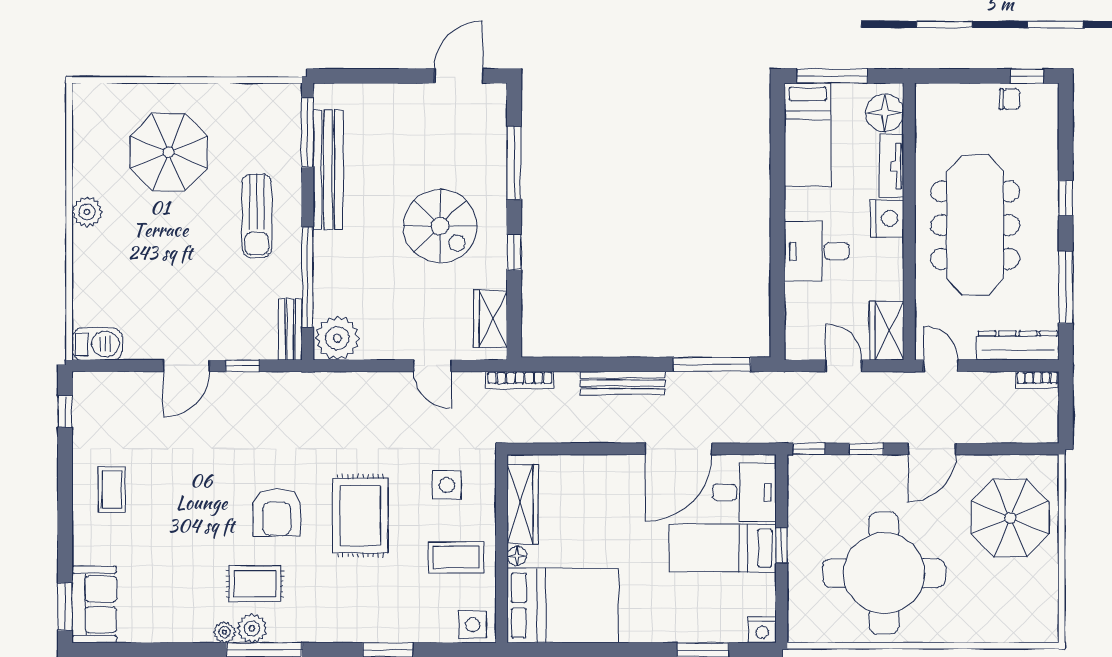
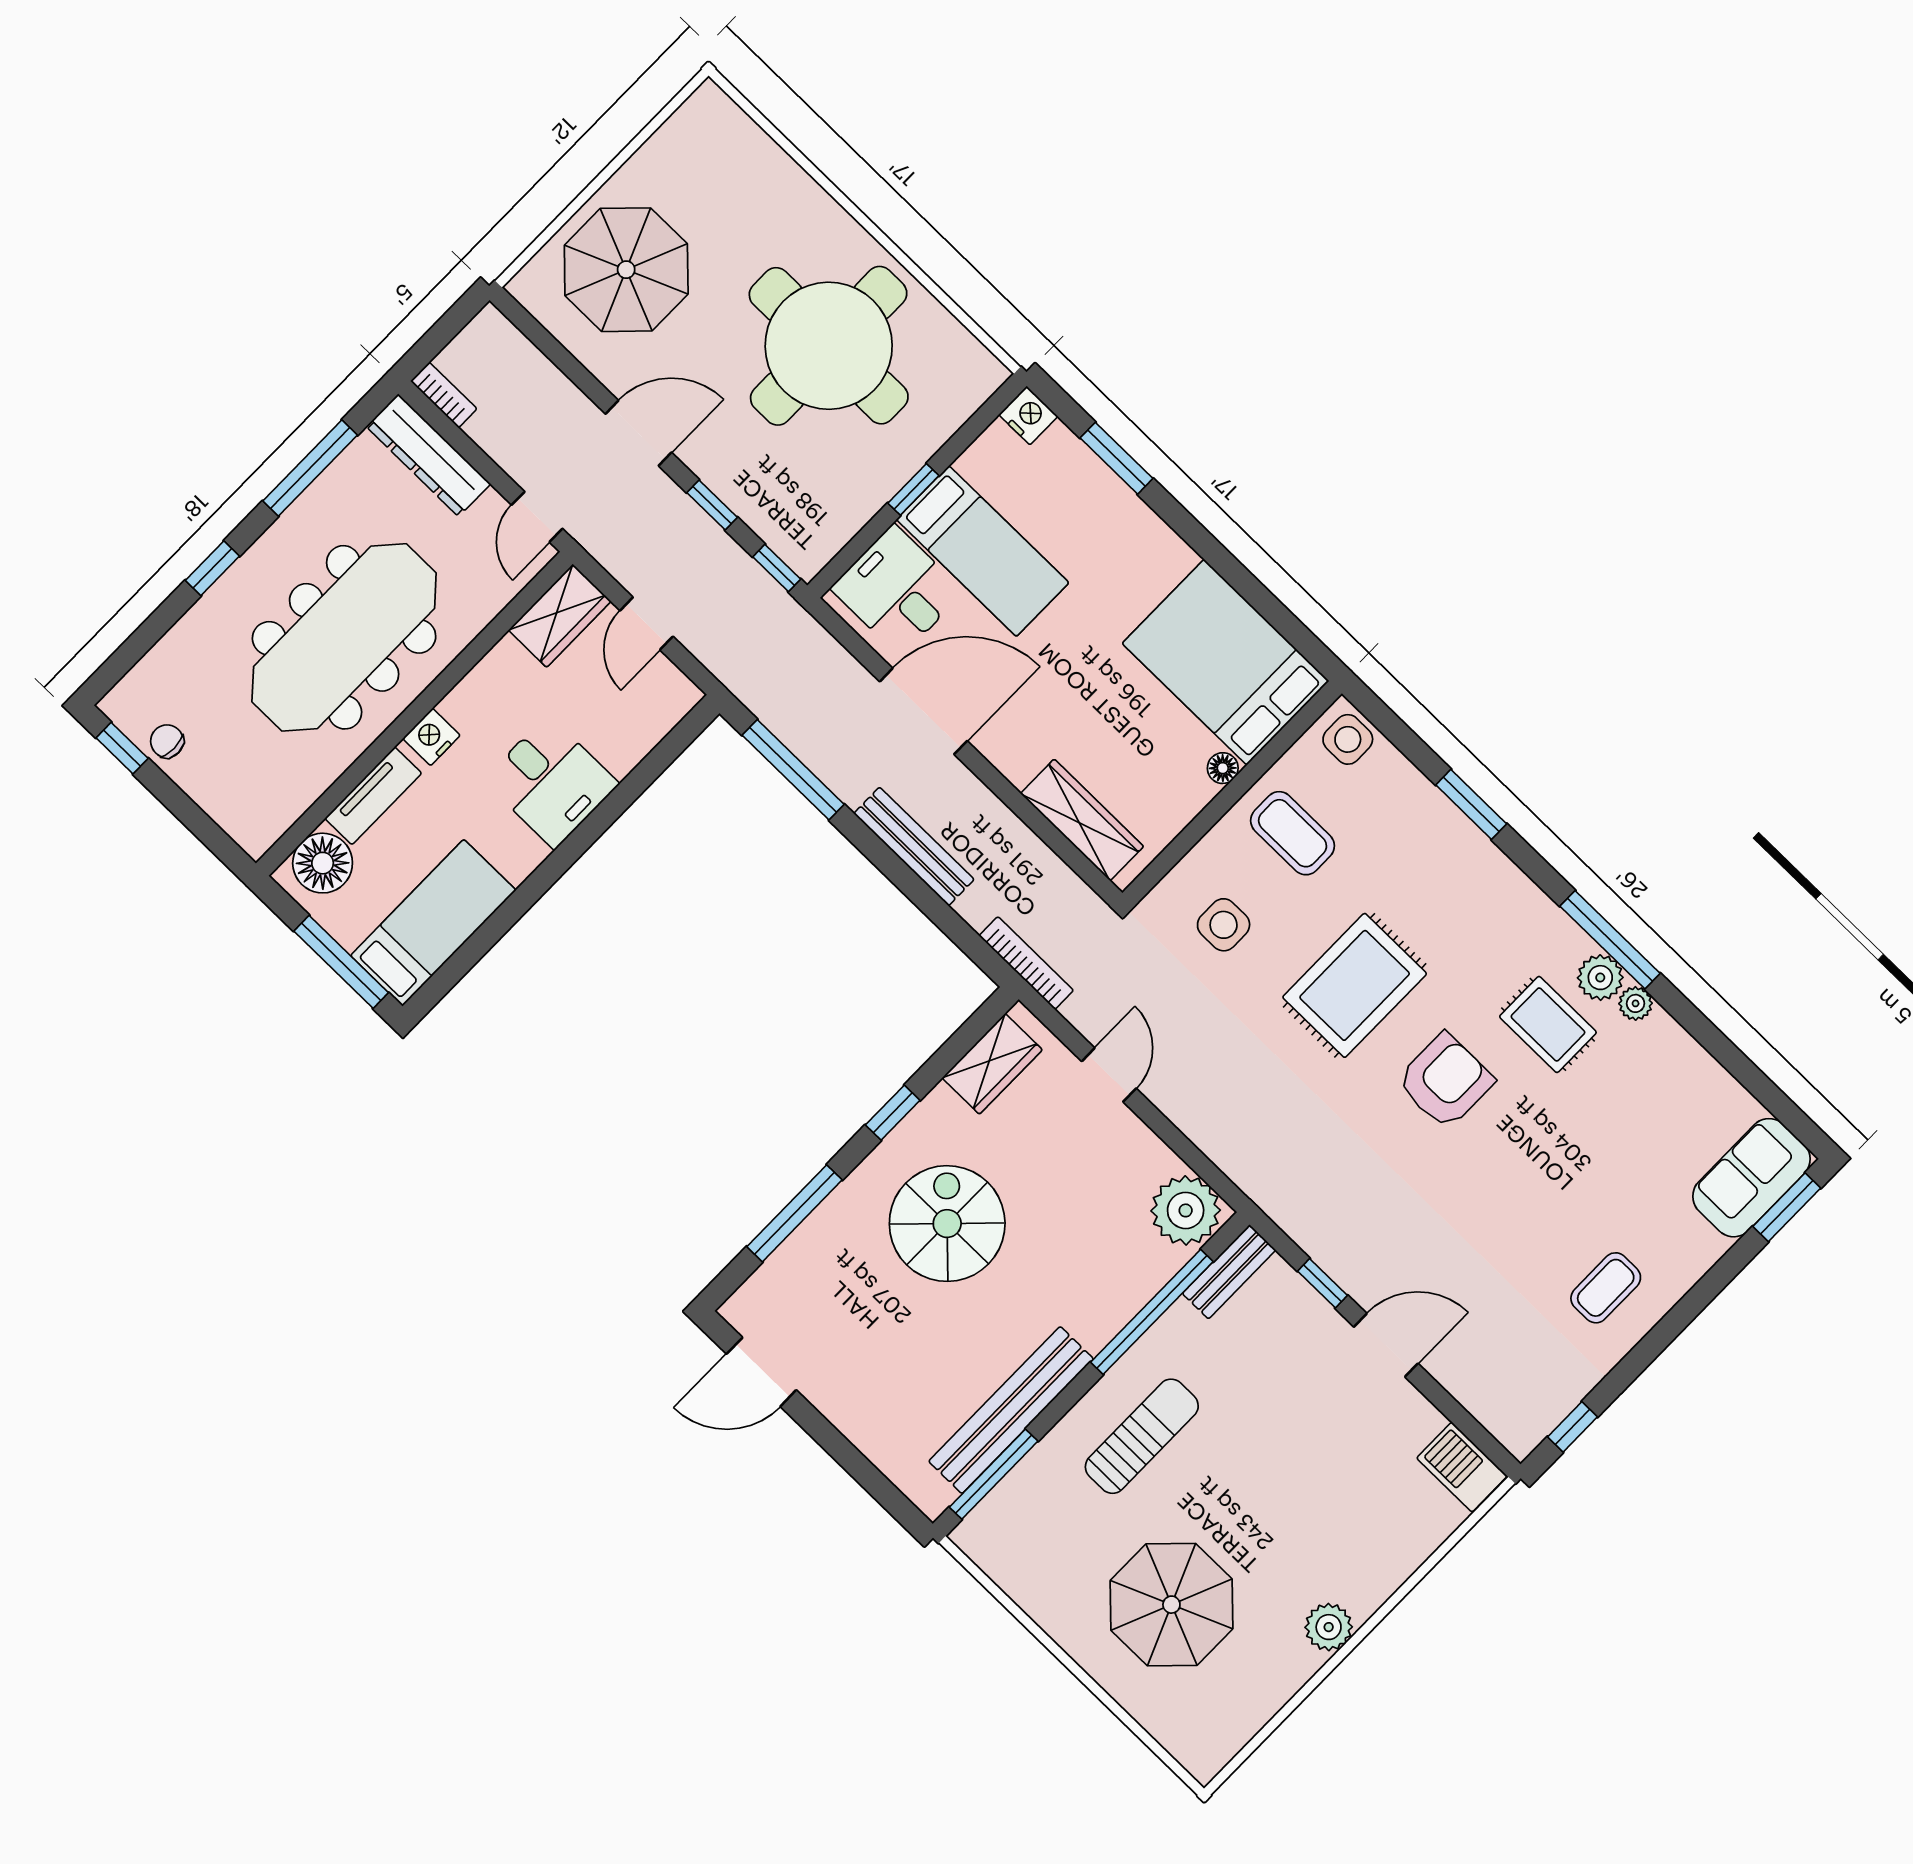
nightstand: (887, 219) -> (431, 737), width x0.74, depth x0.75
wardrobe: (523, 504) -> (1082, 820), moved, turned 90

